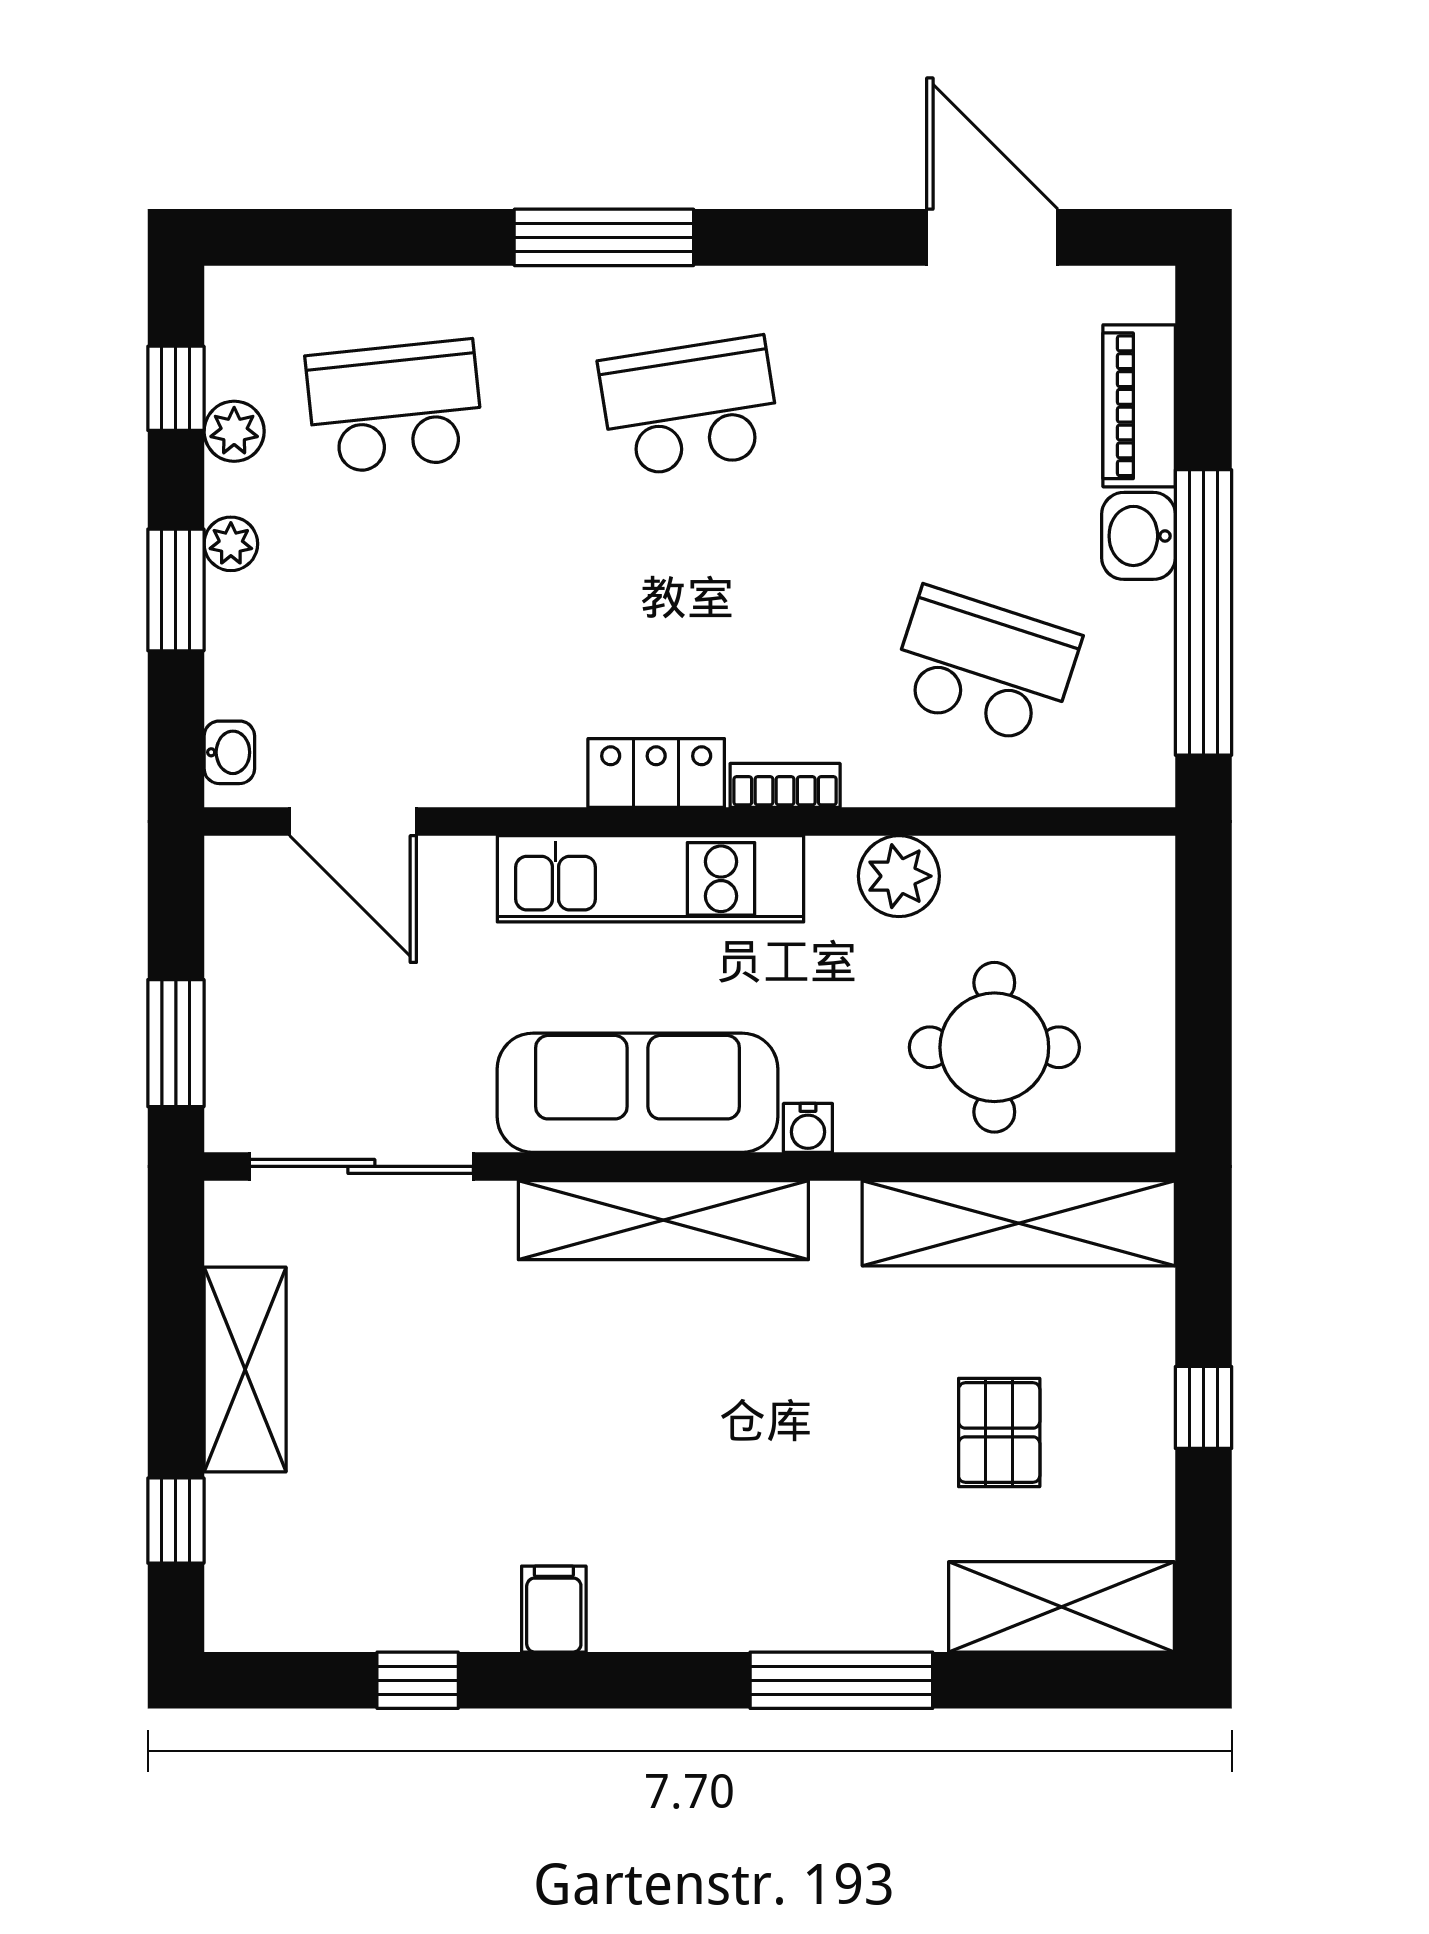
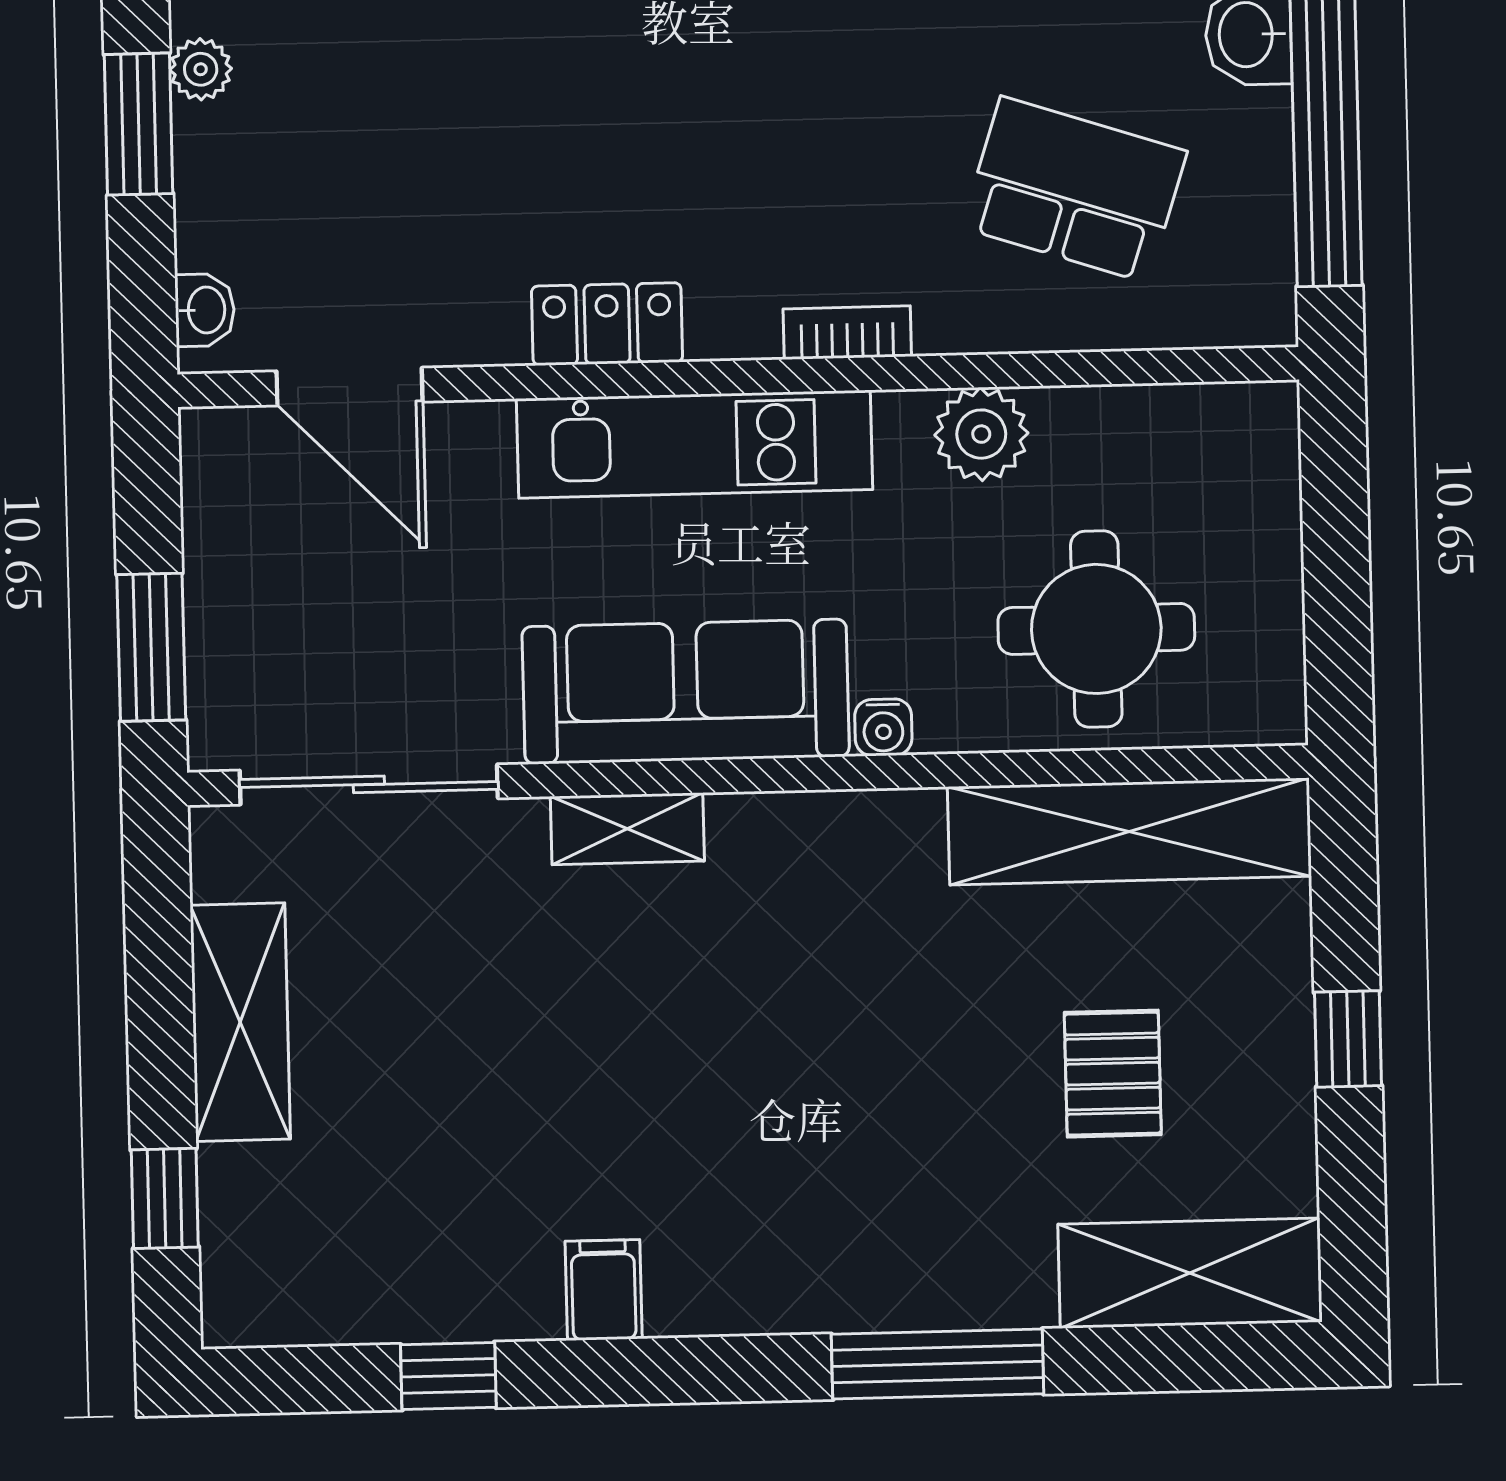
locker: (656, 773) -> (607, 324), moved
shelving: (663, 1220) -> (627, 829), width x0.45, depth x0.75

